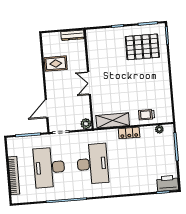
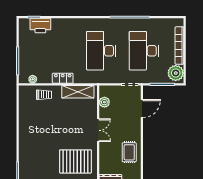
pallet: (142, 47) -> (75, 161), moved
rug: (56, 64) -> (129, 152), turned 90
plant: (86, 124) -> (104, 102), moved
plant: (15, 147) -> (176, 73), added
desk: (49, 167) -> (144, 51), turned 180
printer: (168, 183) -> (40, 26), moved

